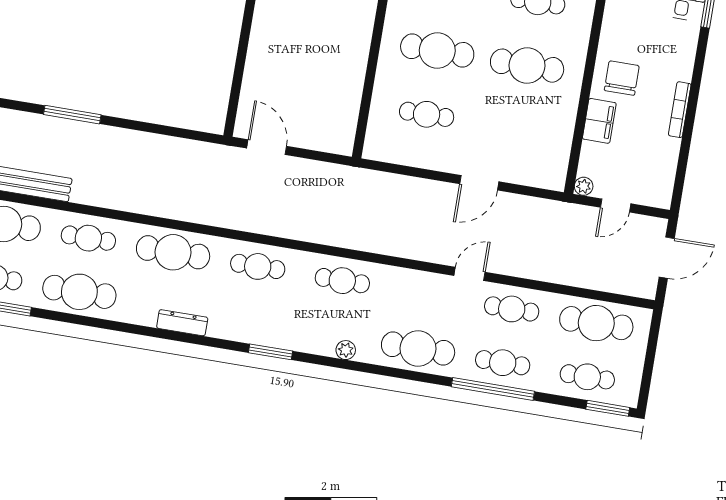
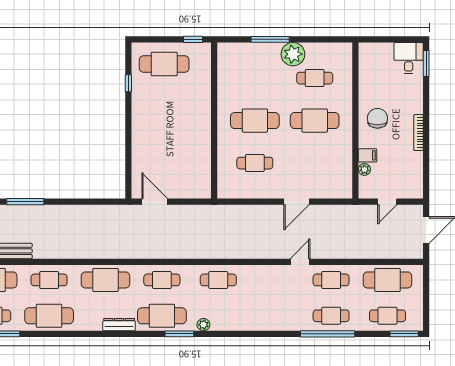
filing cabinet: (599, 121) -> (368, 155), width x0.50
plant: (584, 186) -> (364, 169), moved
cafe table: (418, 349) -> (162, 316), moved
plant: (346, 350) -> (203, 325), moved

